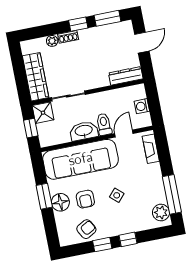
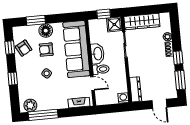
washing machine: (142, 106) -> (123, 98), moved
window: (44, 196) -> (36, 20), moved
window: (102, 245) -> (10, 48), moved

